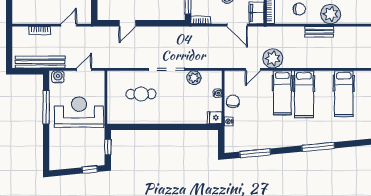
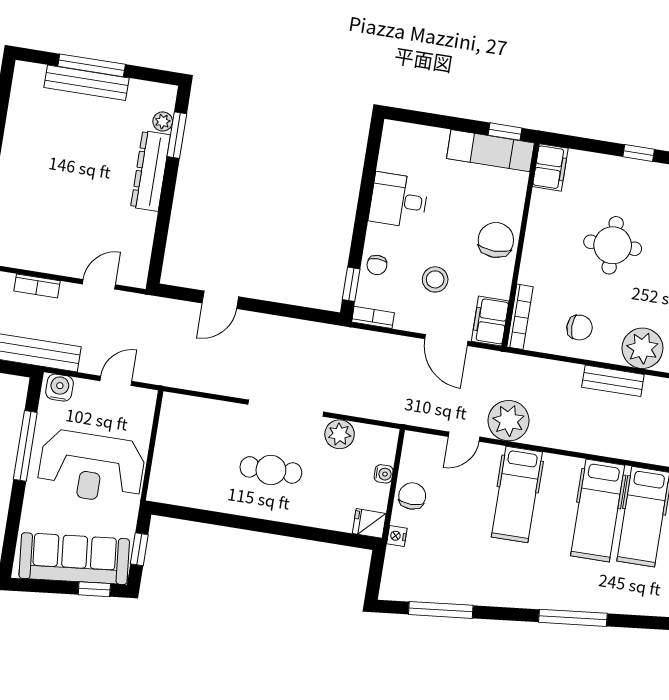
cafe table: (141, 94) -> (271, 470), moved
hospital bed: (304, 94) -> (598, 510), moved
reception desk: (79, 112) -> (91, 467), turned 180
sofa: (78, 157) -> (74, 559), added

